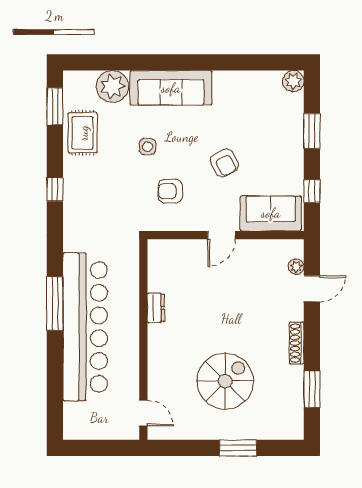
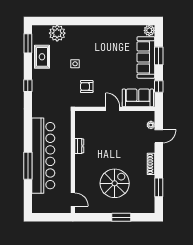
sofa: (171, 88) -> (146, 57), moved, turned 90
armchair: (225, 163) -> (114, 72), removed
door: (221, 235) -> (113, 109), swing flipped
window: (55, 304) -> (28, 166), moved

